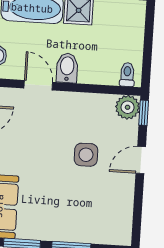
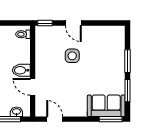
door: (38, 85) -> (33, 87), hinge flipped
plant: (128, 107) -> (42, 33), removed

